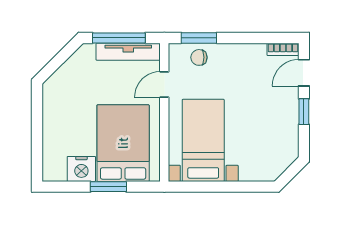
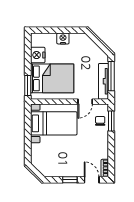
door: (164, 85) -> (85, 102), swing flipped
nightstand: (52, 124) -> (63, 39), added
window: (108, 187) -> (28, 86), moved

